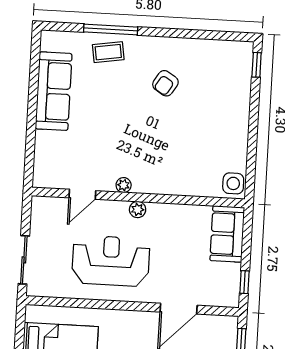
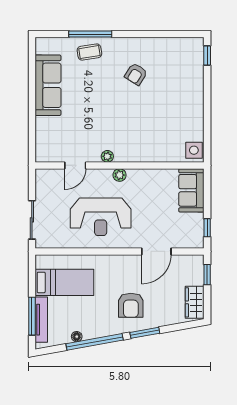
reception desk: (111, 261) -> (101, 217), turned 180

